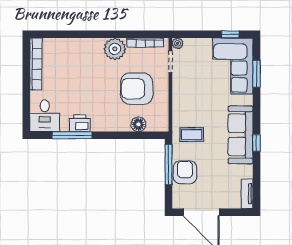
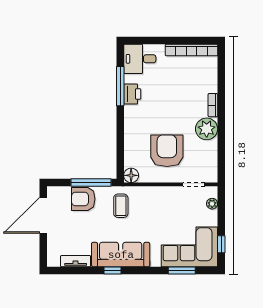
bookcase: (145, 43) -> (213, 105), moved, width x0.64
plant: (178, 43) -> (212, 204), moved
floor lamp: (138, 124) -> (131, 175), moved
armchair: (185, 172) -> (83, 199), turned 180
tv unit: (247, 194) -> (76, 261), moved

